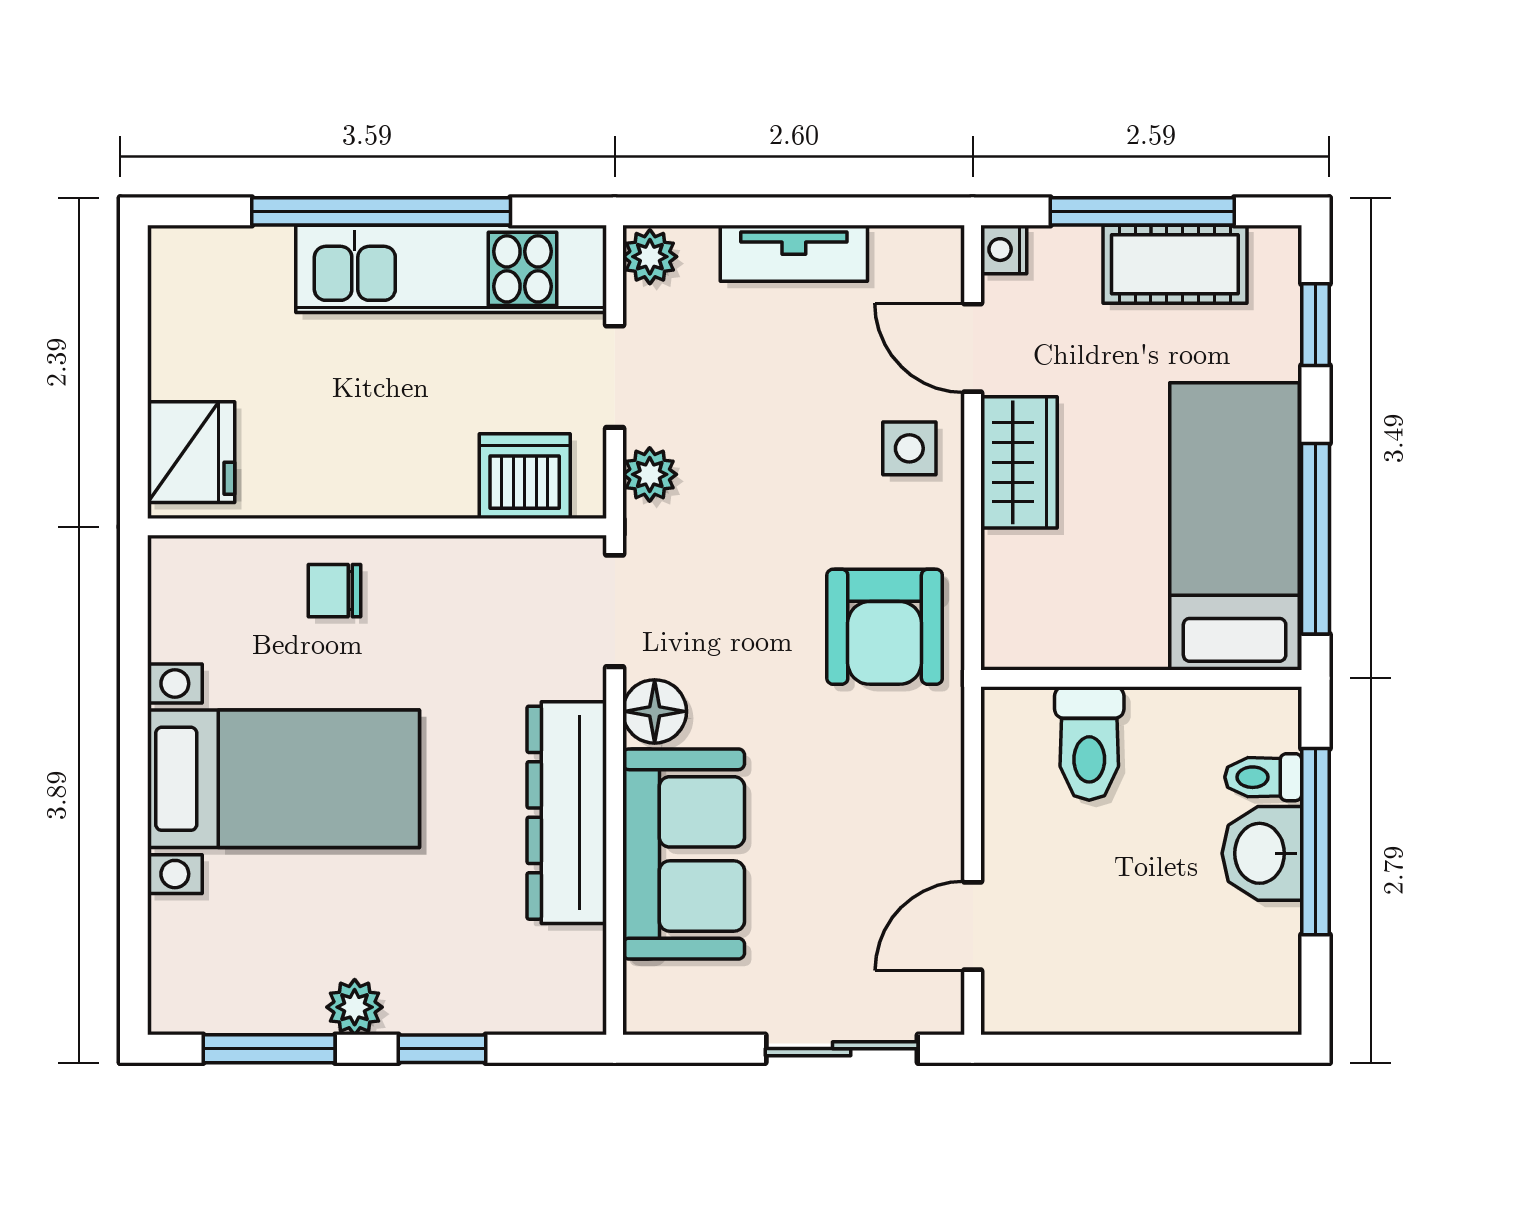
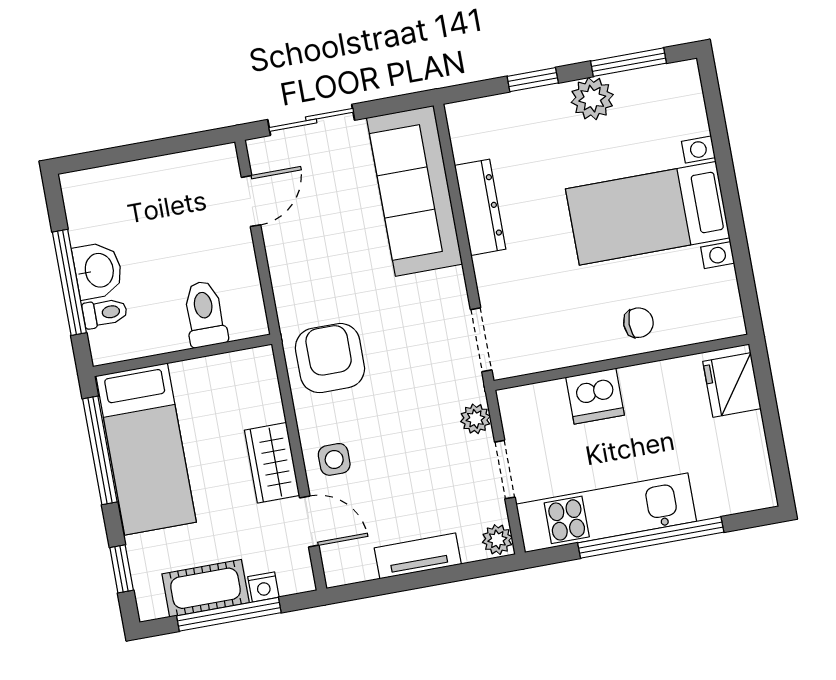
nightstand: (1004, 250) -> (263, 587), moved, turned 90
dishwasher: (525, 476) -> (595, 396), moved
floor lamp: (655, 711) -> (449, 288), removed
dresser: (567, 813) -> (480, 207), width x0.73, depth x0.80
sofa: (684, 854) -> (415, 191), width x1.36
plant: (355, 1007) -> (592, 99), width x1.38, depth x1.38

